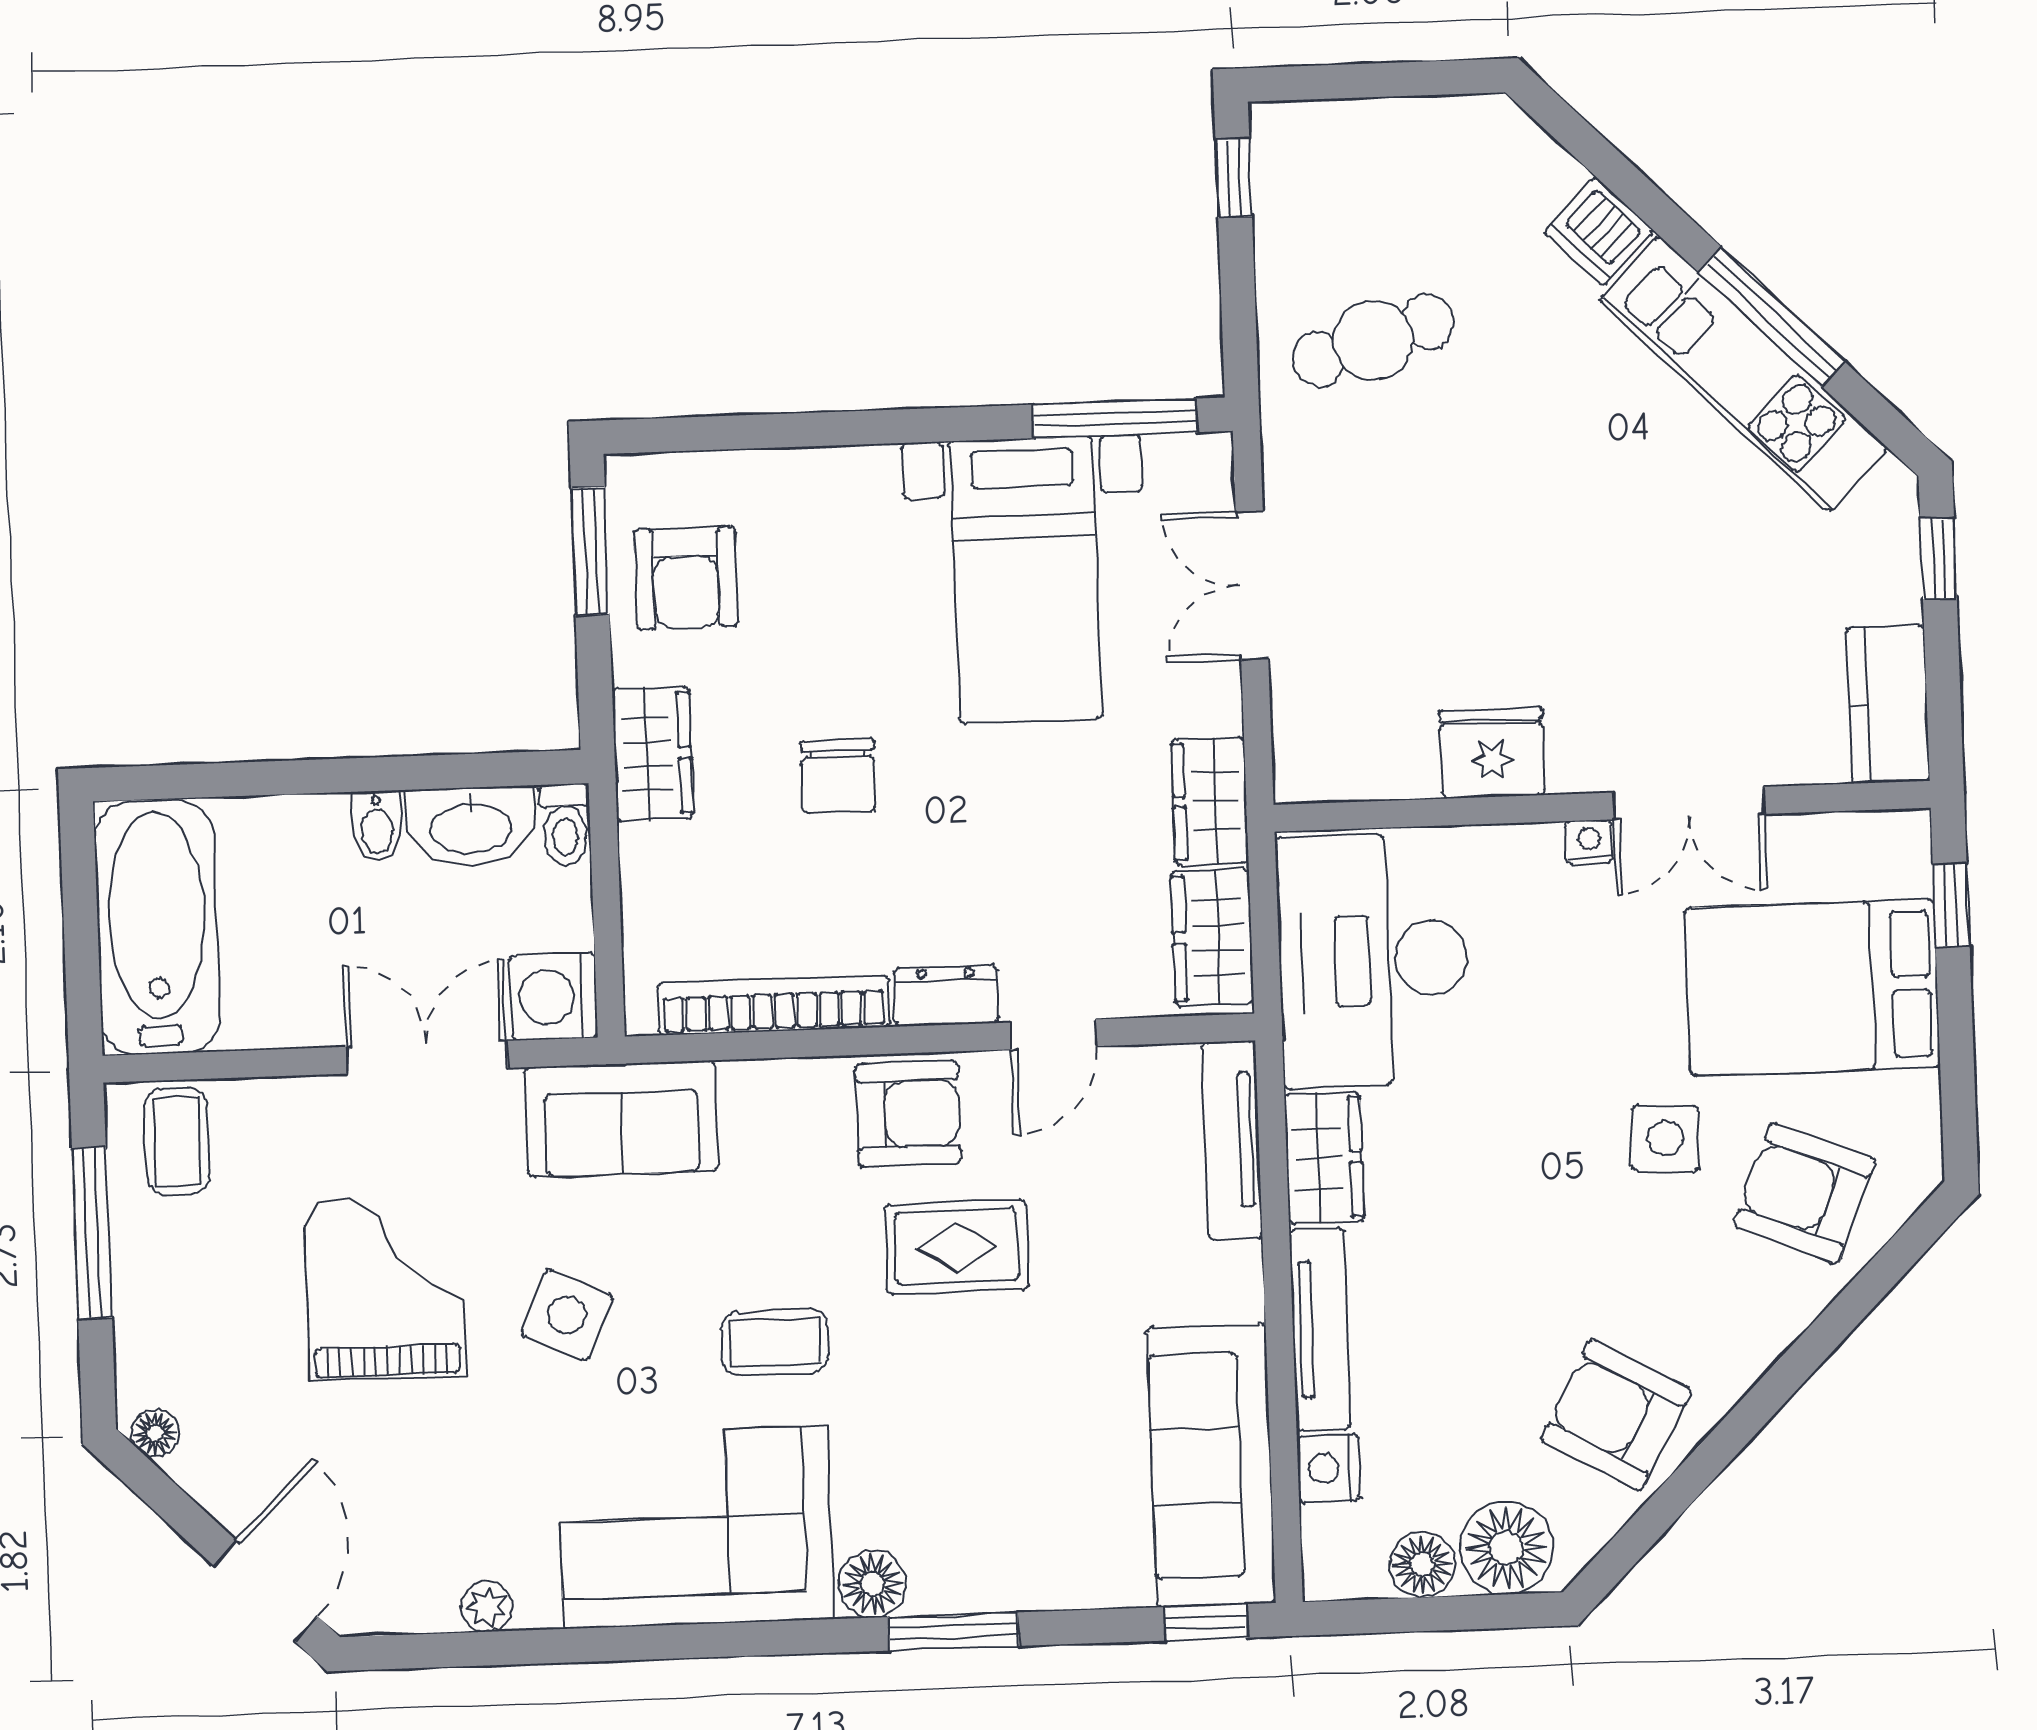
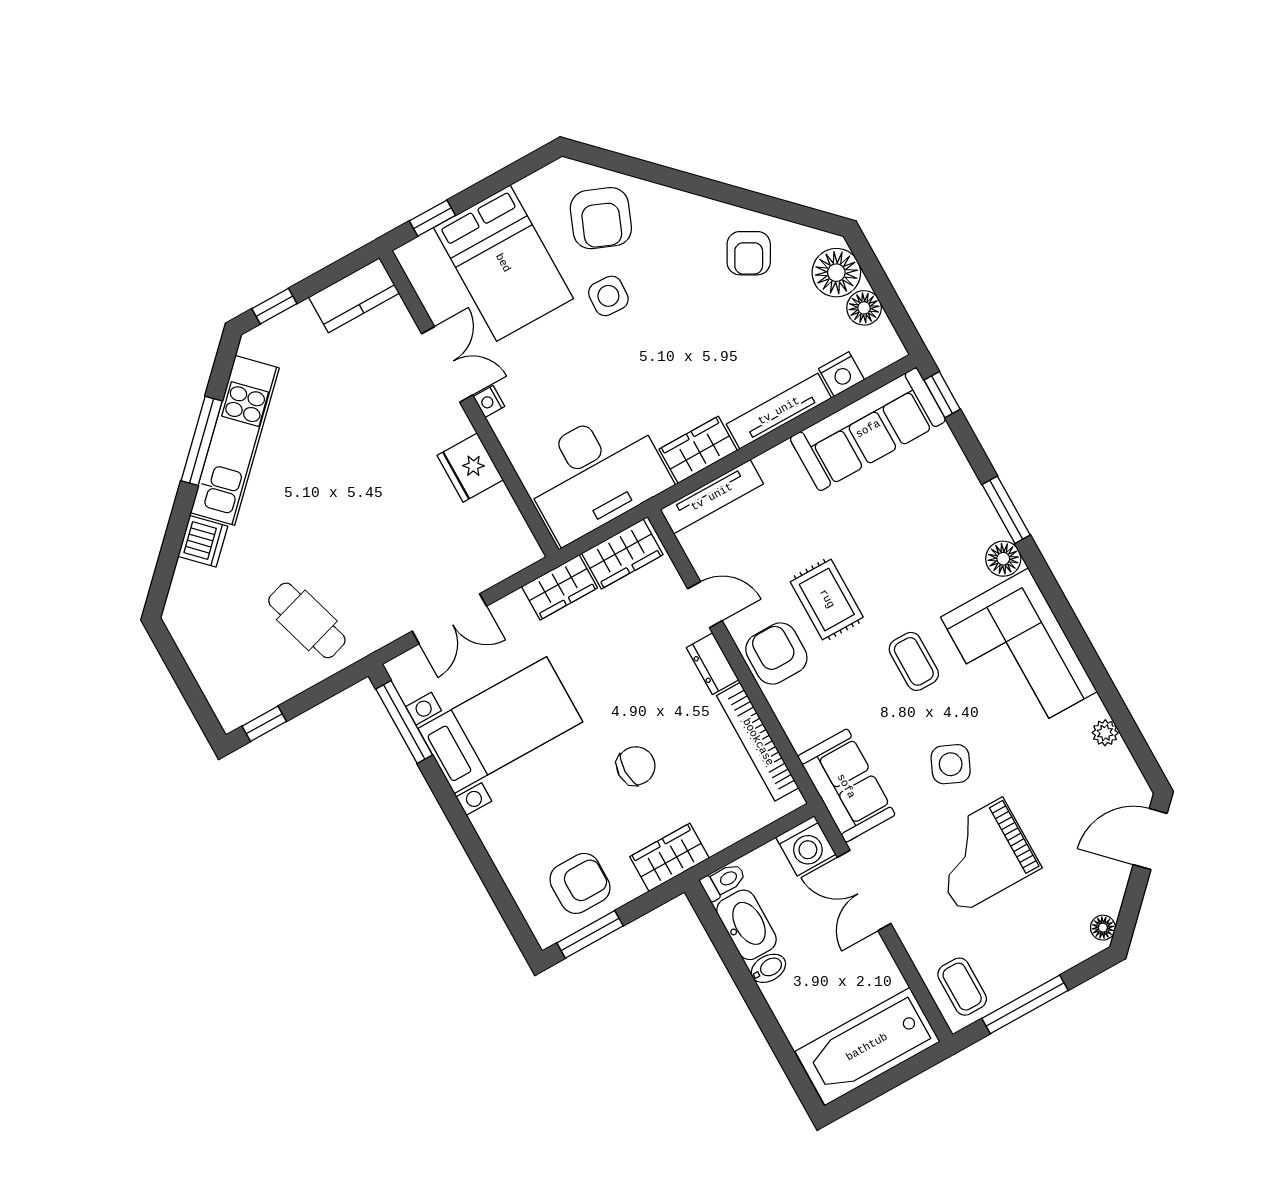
coffee table: (177, 1141) -> (962, 987), turned 90
armchair: (1616, 1415) -> (749, 253), width x0.72, depth x0.72

